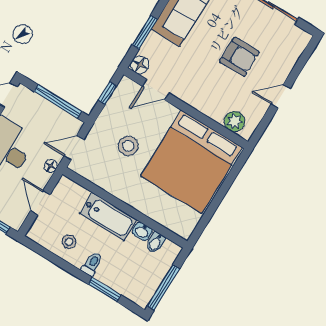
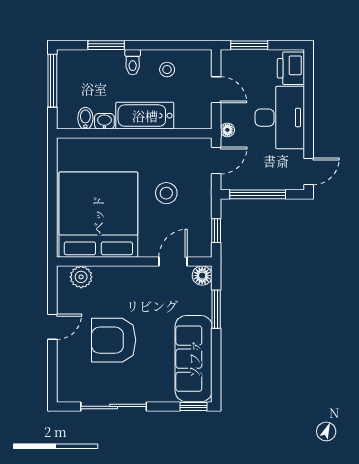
armchair: (239, 57) -> (114, 340), width x1.36, depth x1.36

